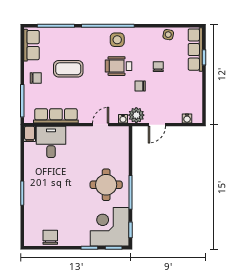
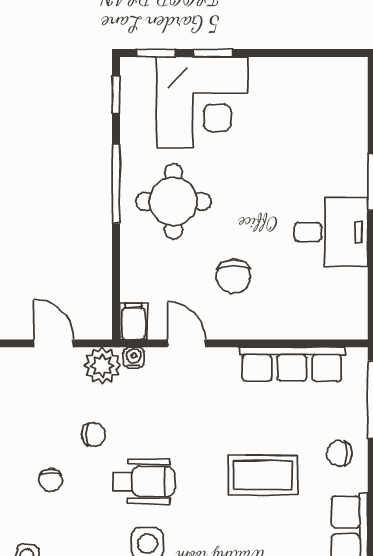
door: (101, 125) -> (187, 343), swing flipped
door: (157, 125) -> (54, 343), hinge flipped
filing cabinet: (30, 134) -> (133, 321), moved
desk: (51, 142) -> (331, 232), moved, turned -90
corner desk: (110, 227) -> (202, 102), moved
chair: (50, 237) -> (233, 276), moved

